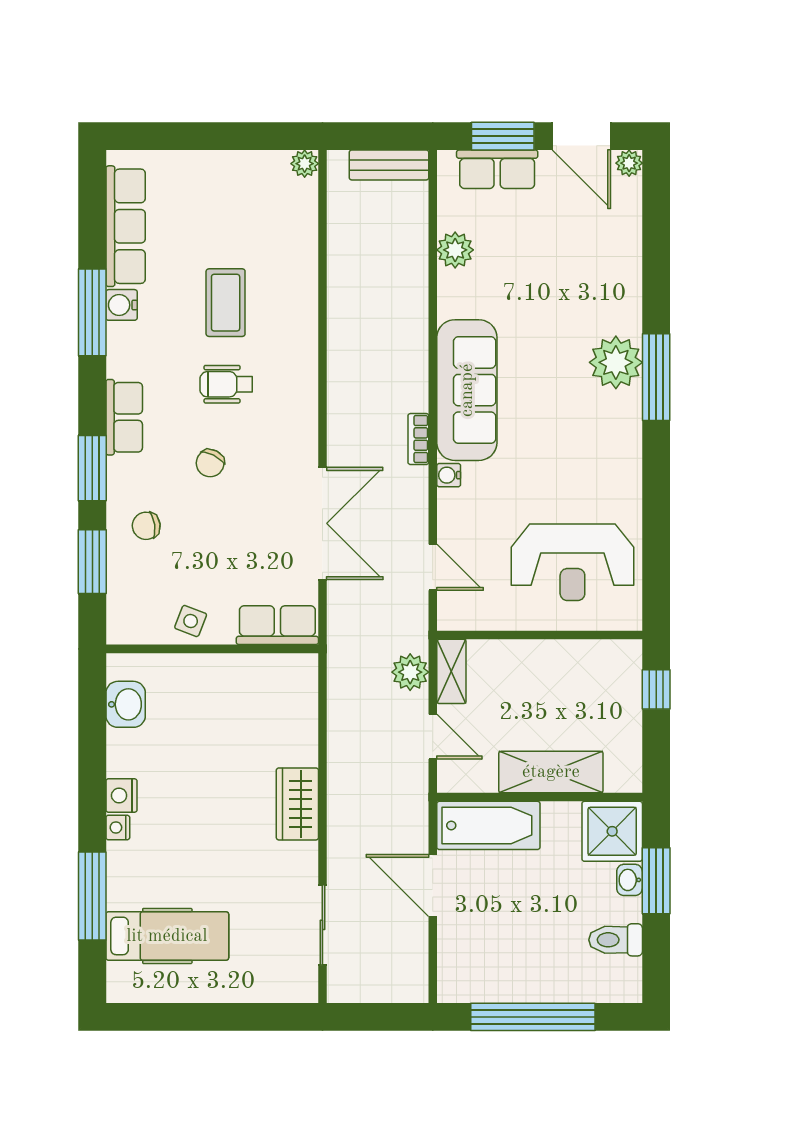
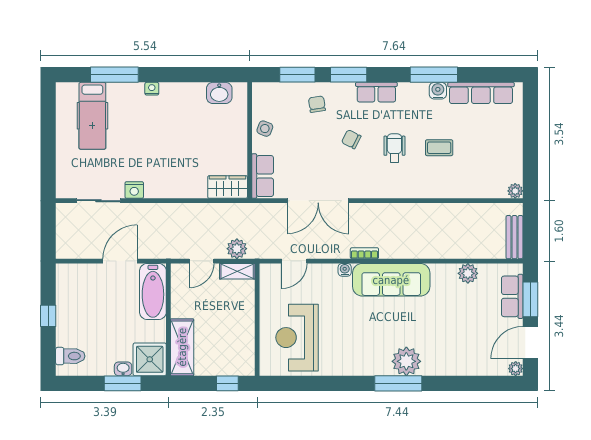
coffee table: (226, 303) -> (439, 148), width x0.73, depth x0.77
shelving: (551, 772) -> (182, 347), moved
nightstand: (122, 795) -> (134, 190), moved, turned 180
wardrobe: (297, 804) -> (228, 187), moved
toilet: (616, 940) -> (70, 356), moved, turned 90
window: (533, 1017) -> (48, 316), width x0.32

